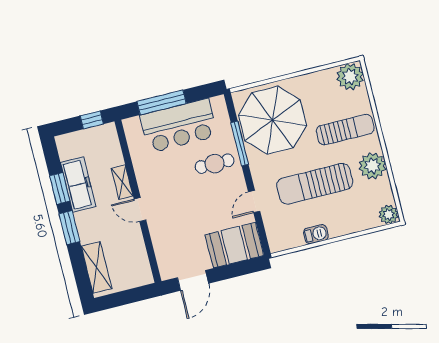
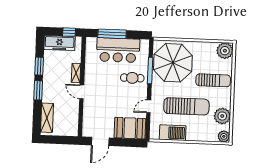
plant: (372, 166) -> (222, 116), moved
freezer: (78, 184) -> (60, 43), moved, turned 90
sun lounger: (315, 184) -> (186, 106), turned 180
barbecue: (316, 234) -> (173, 133), width x1.88, depth x1.53

